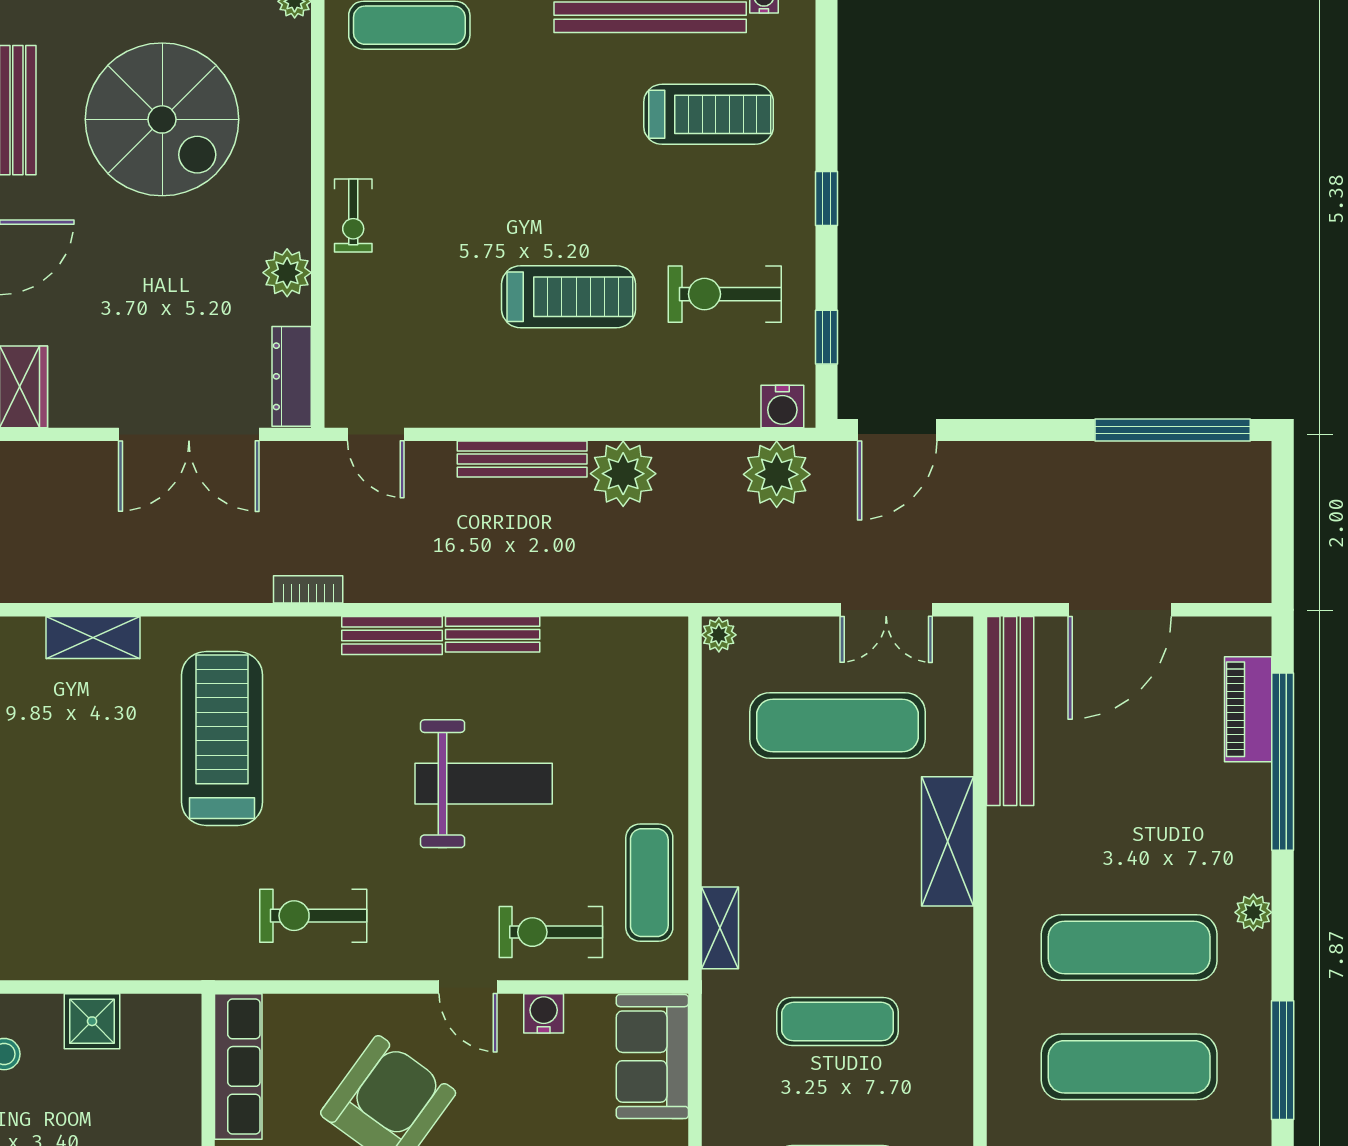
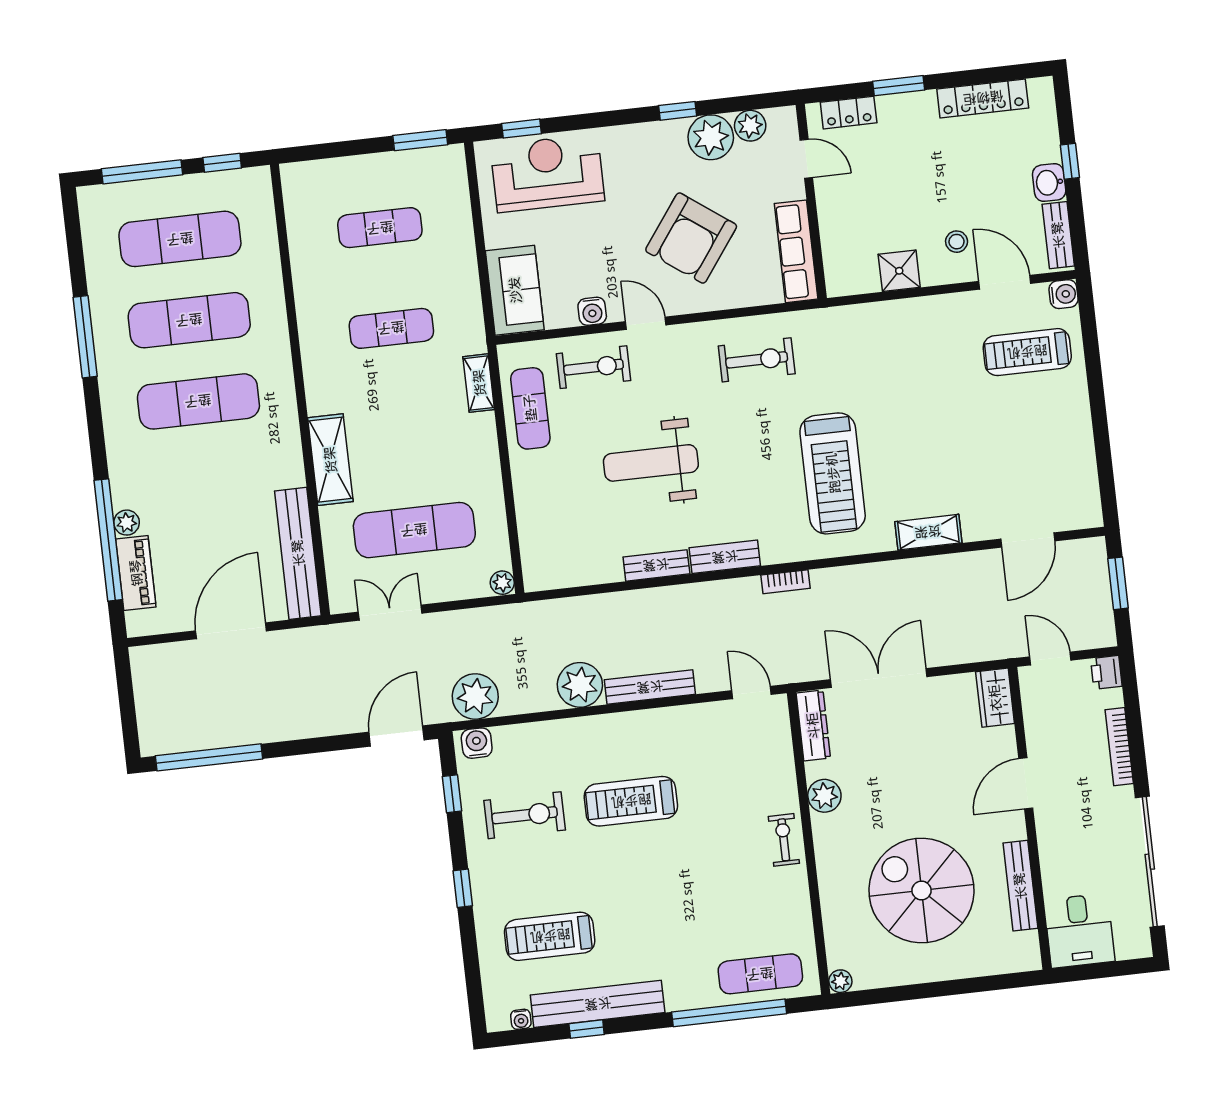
plant: (1253, 912) -> (127, 523), moved

